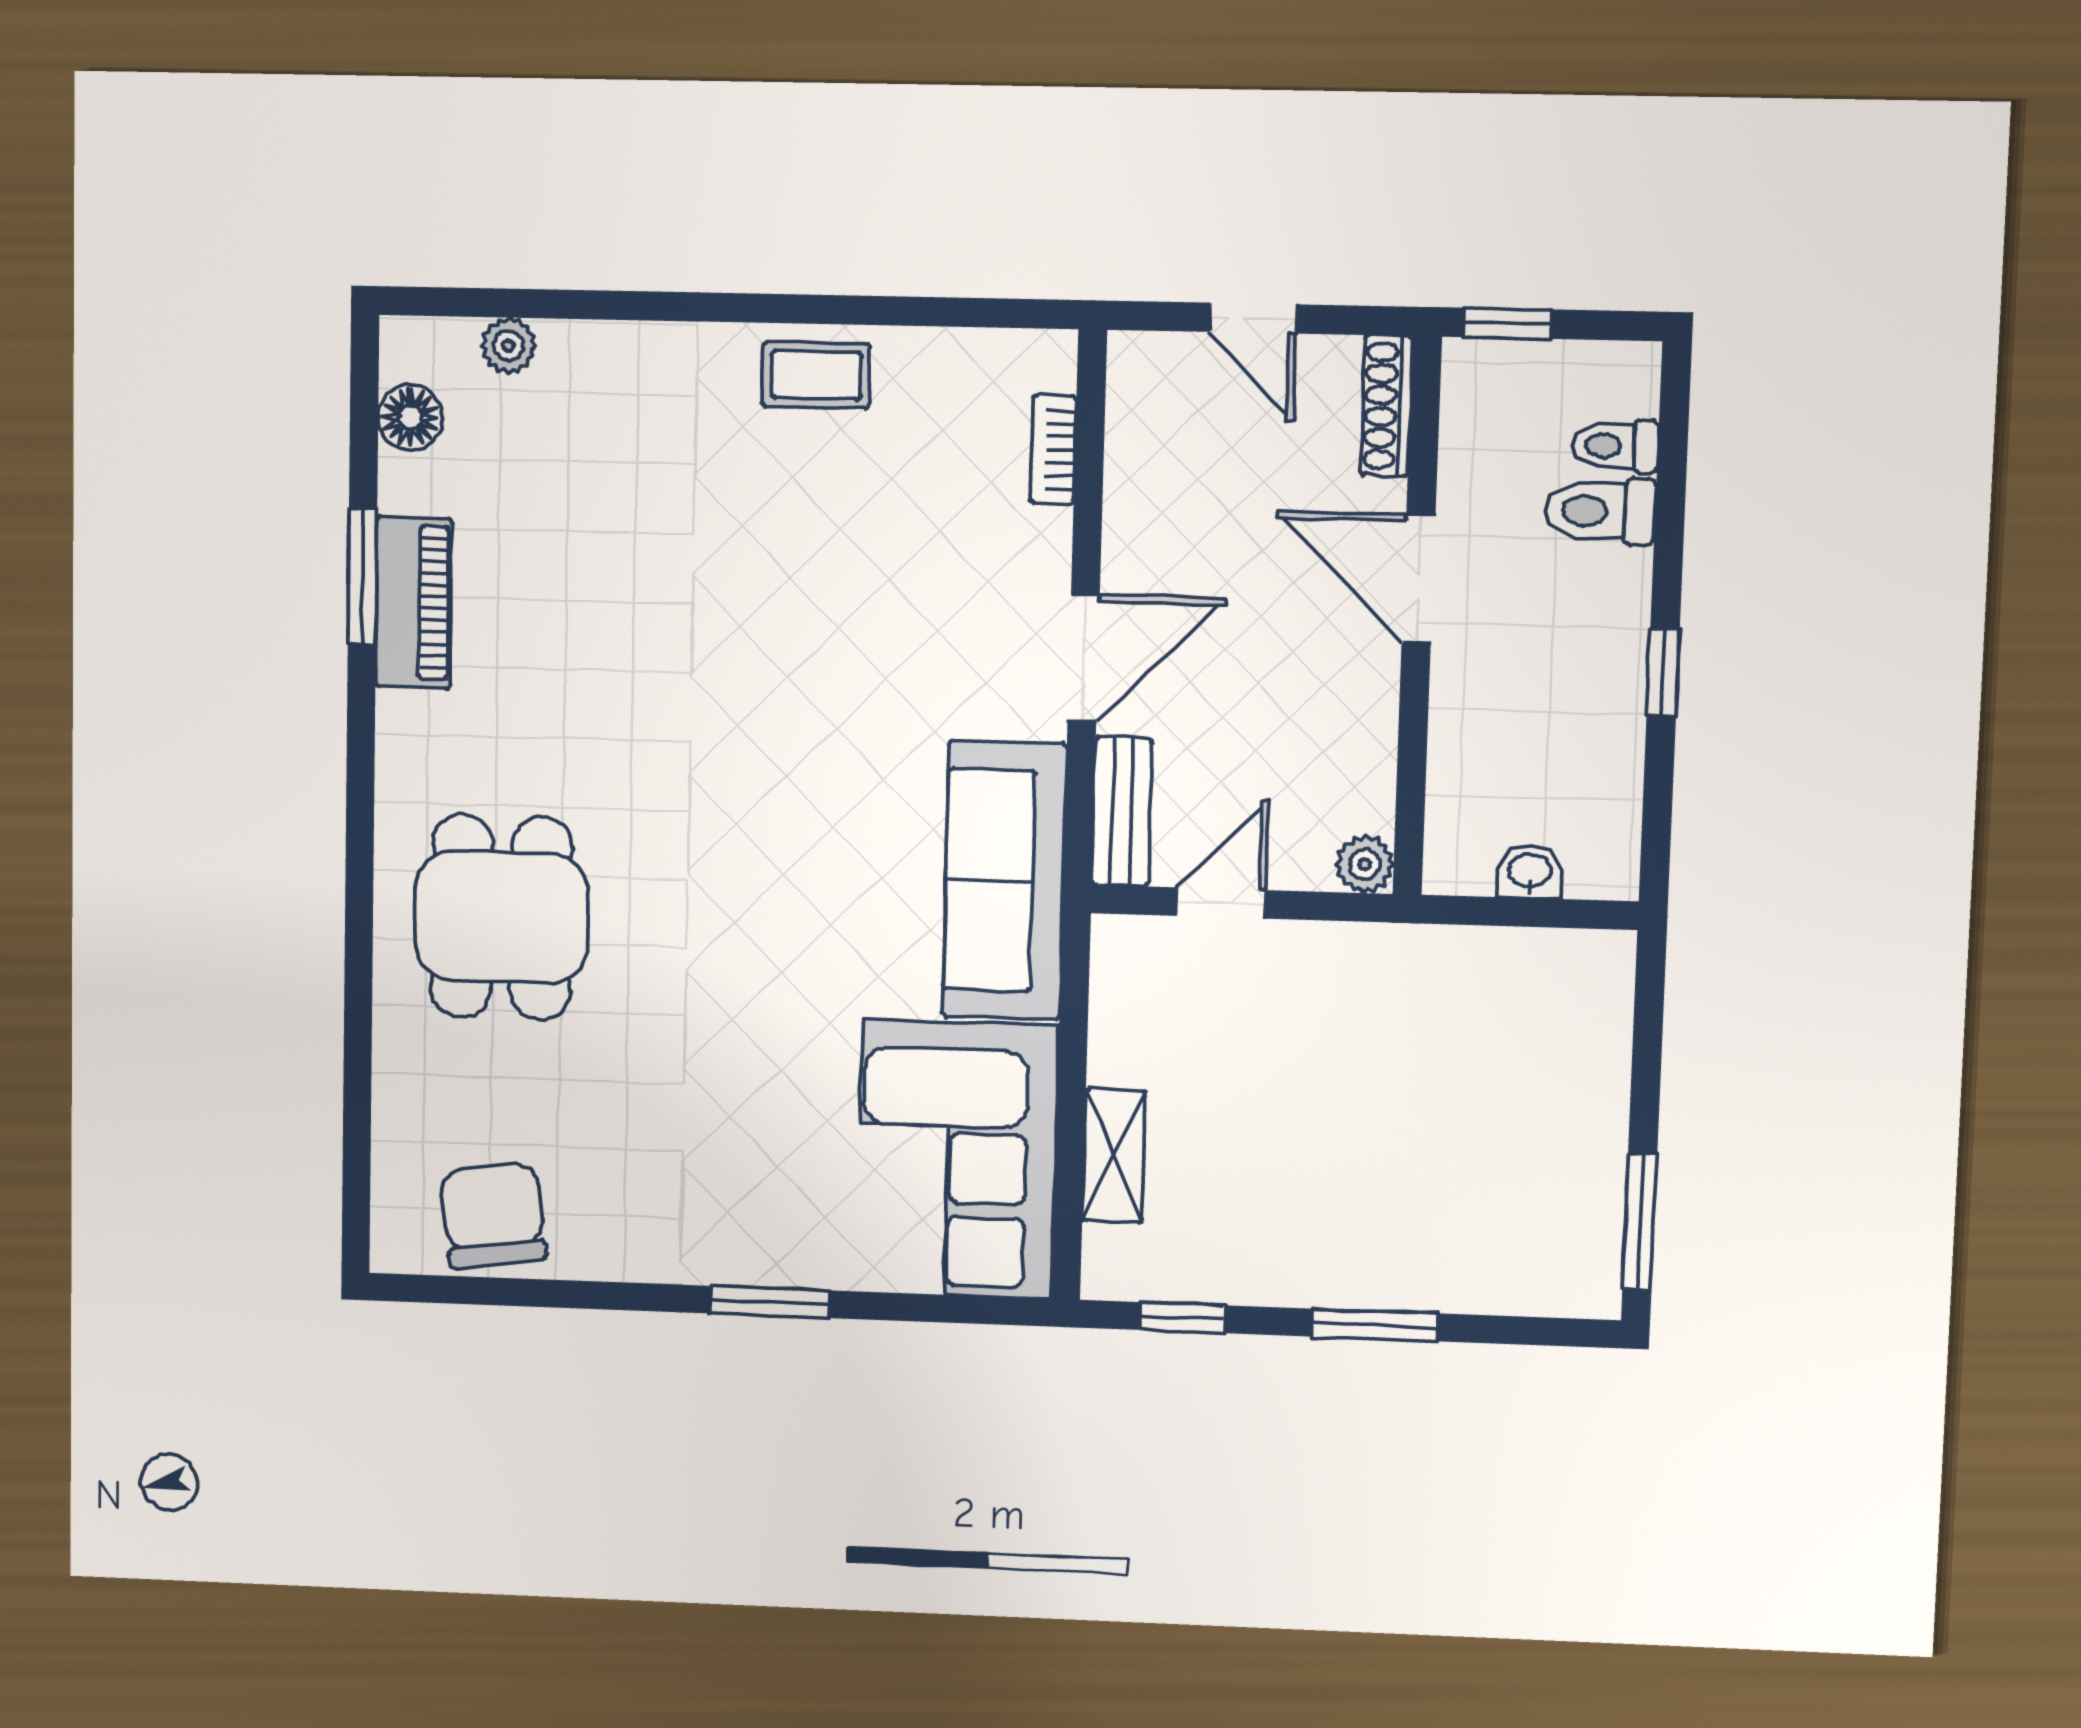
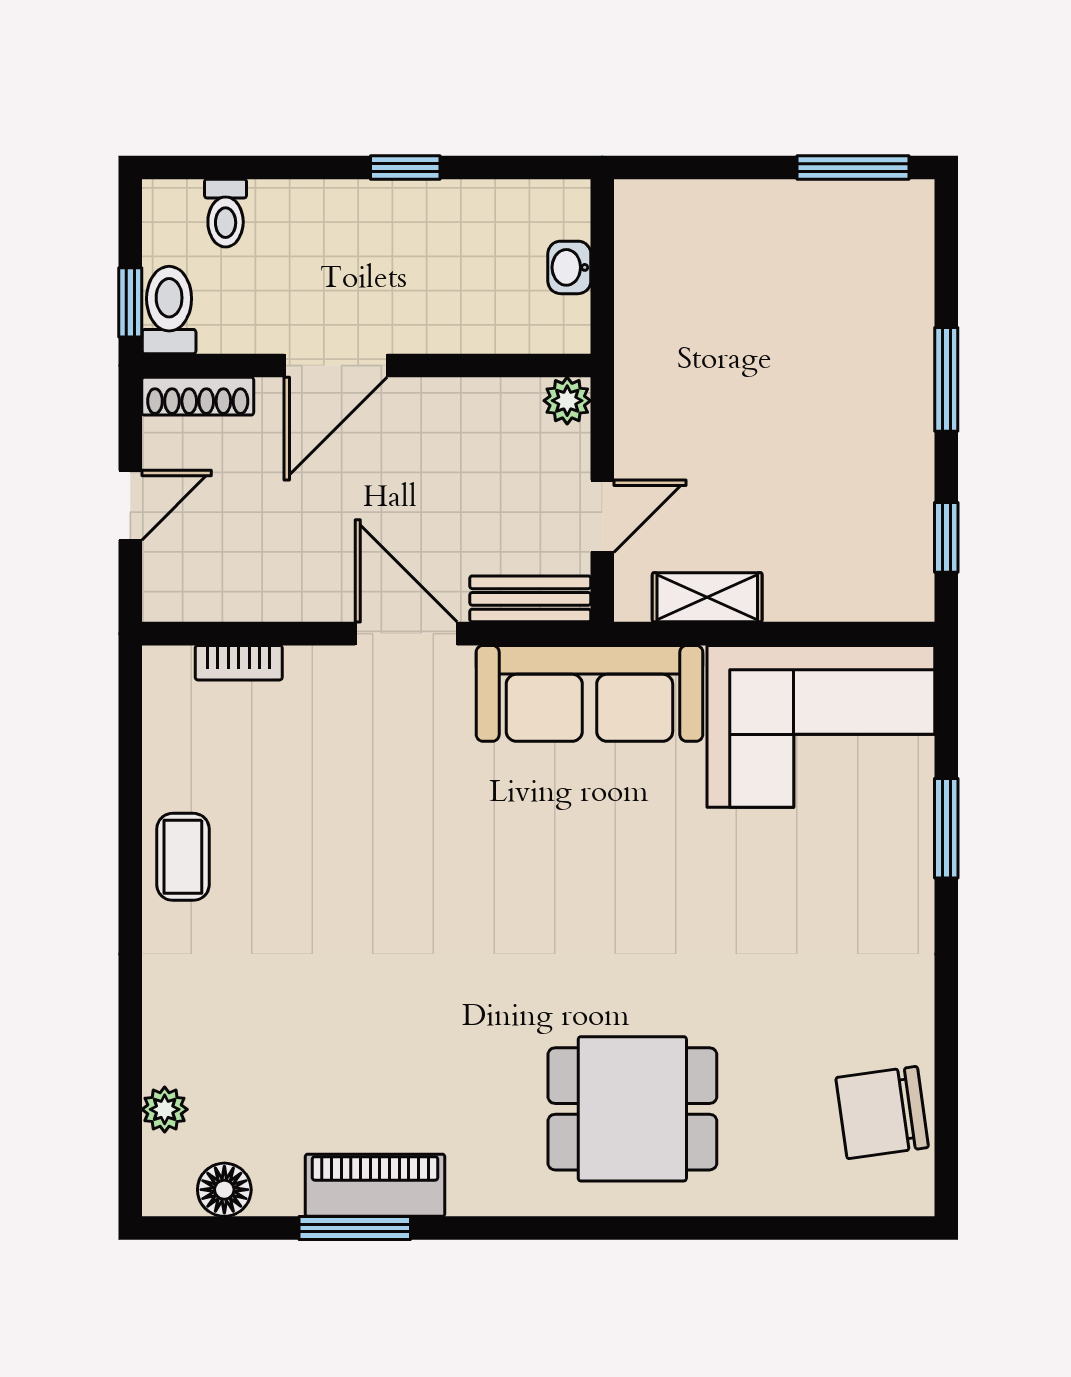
toilet: (1600, 511) -> (169, 310), moved, turned 180
door: (1221, 903) -> (602, 516), swing flipped
shelving: (1114, 1156) -> (707, 597), moved
window: (769, 1302) -> (946, 828), moved

